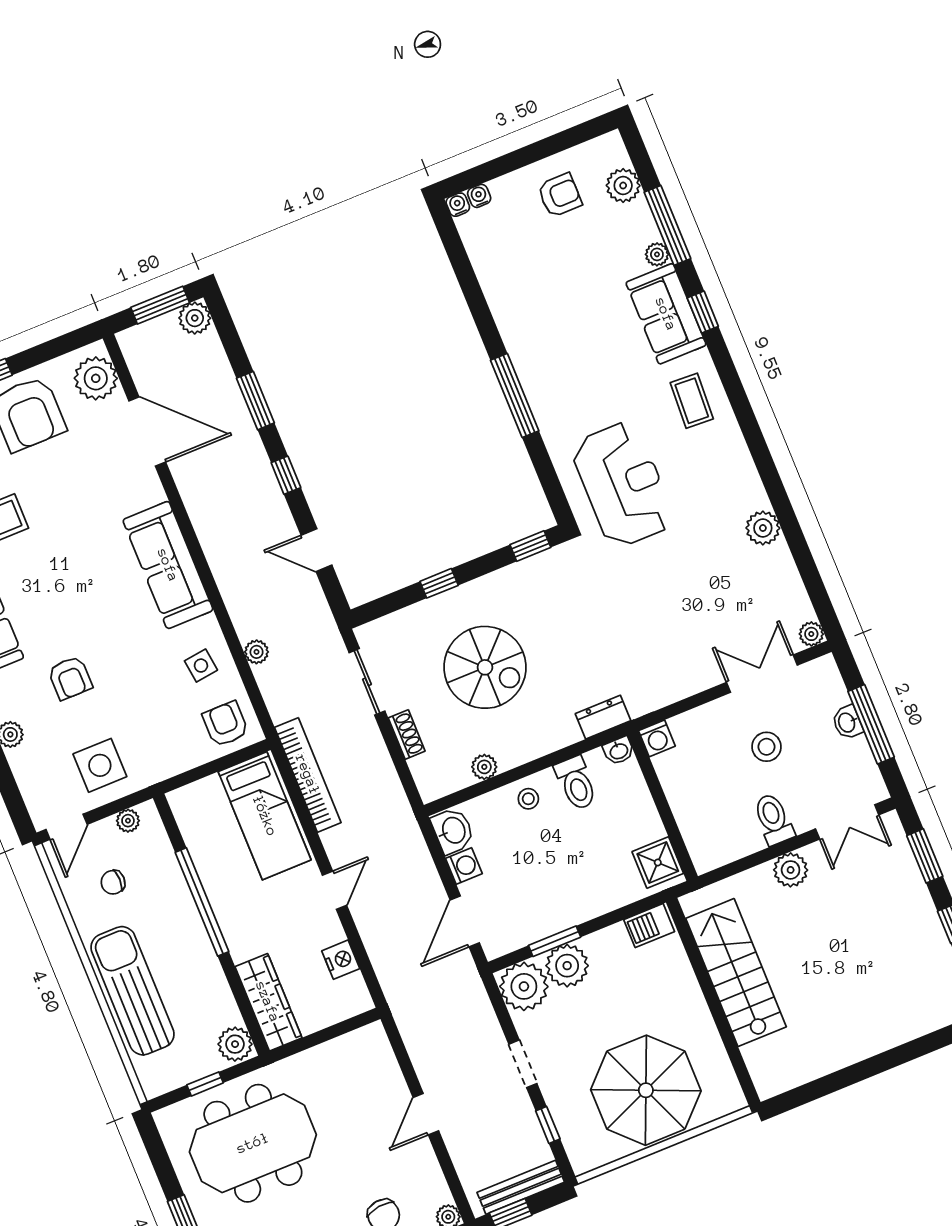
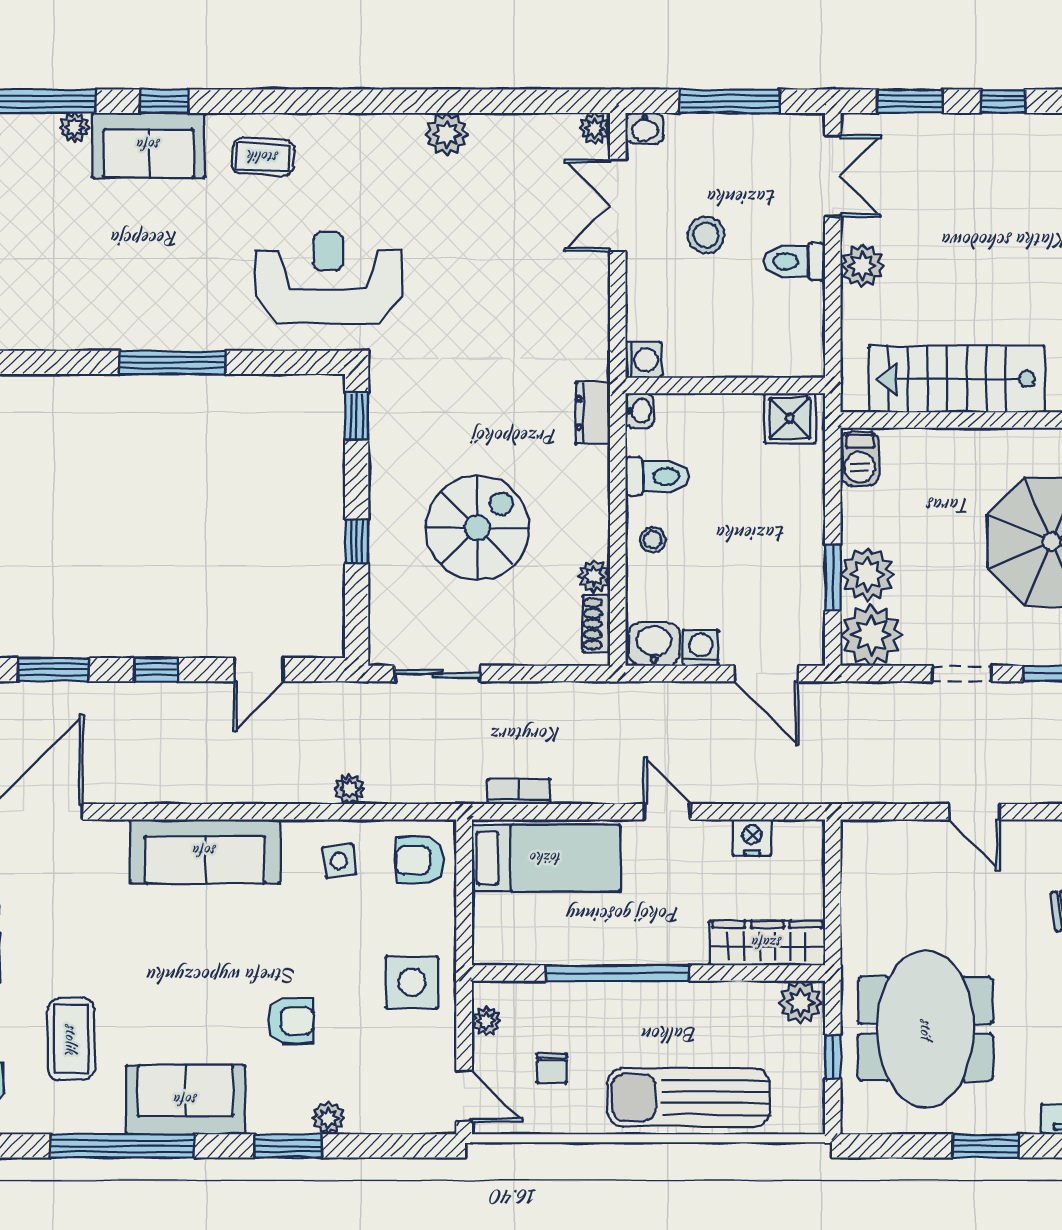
washbasin: (847, 722) -> (645, 128), moved
shoe rack: (407, 735) -> (596, 624), moved, turned -90
side table: (100, 765) -> (412, 982), moved
bookcase: (308, 775) -> (519, 792), width x0.43, depth x0.76

